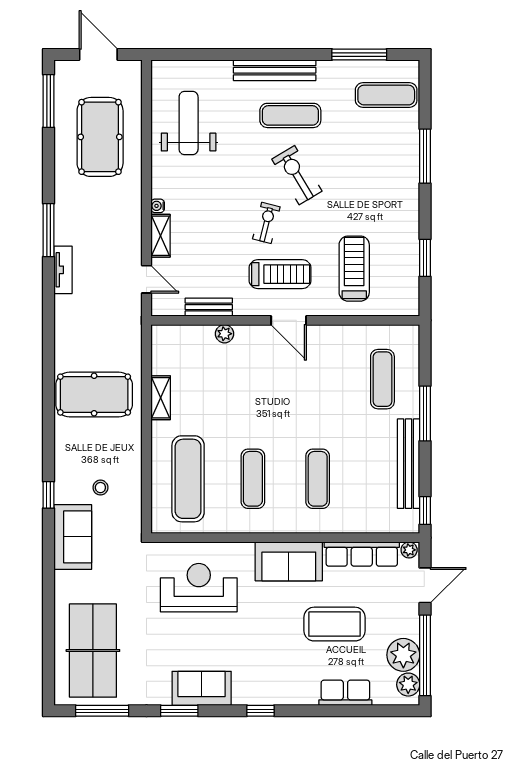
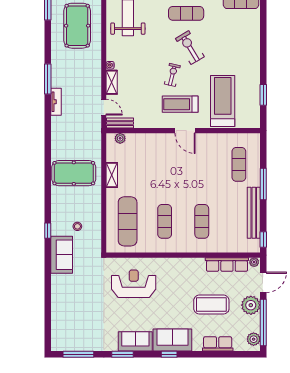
window: (425, 156) -> (263, 37), removed
treadmill: (354, 269) -> (223, 101), width x1.37, depth x1.37
treadmill: (280, 274) -> (180, 104), turned 180
bench: (209, 307) -> (120, 123), moved
plant: (224, 334) -> (120, 138), moved
sofa: (289, 561) -> (172, 340), moved, turned 180
table tennis table: (93, 651) -> (73, 320), removed
plant: (403, 655) -> (251, 305), moved

